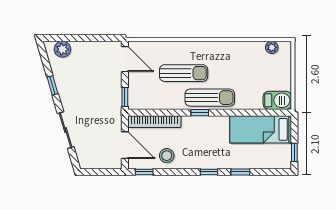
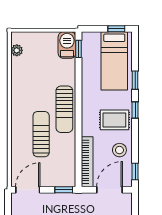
sun lounger: (210, 98) -> (64, 109), turned 180
window: (200, 113) -> (79, 49), moved
bed: (261, 129) -> (114, 61), moved
rug: (198, 150) -> (114, 120), added

